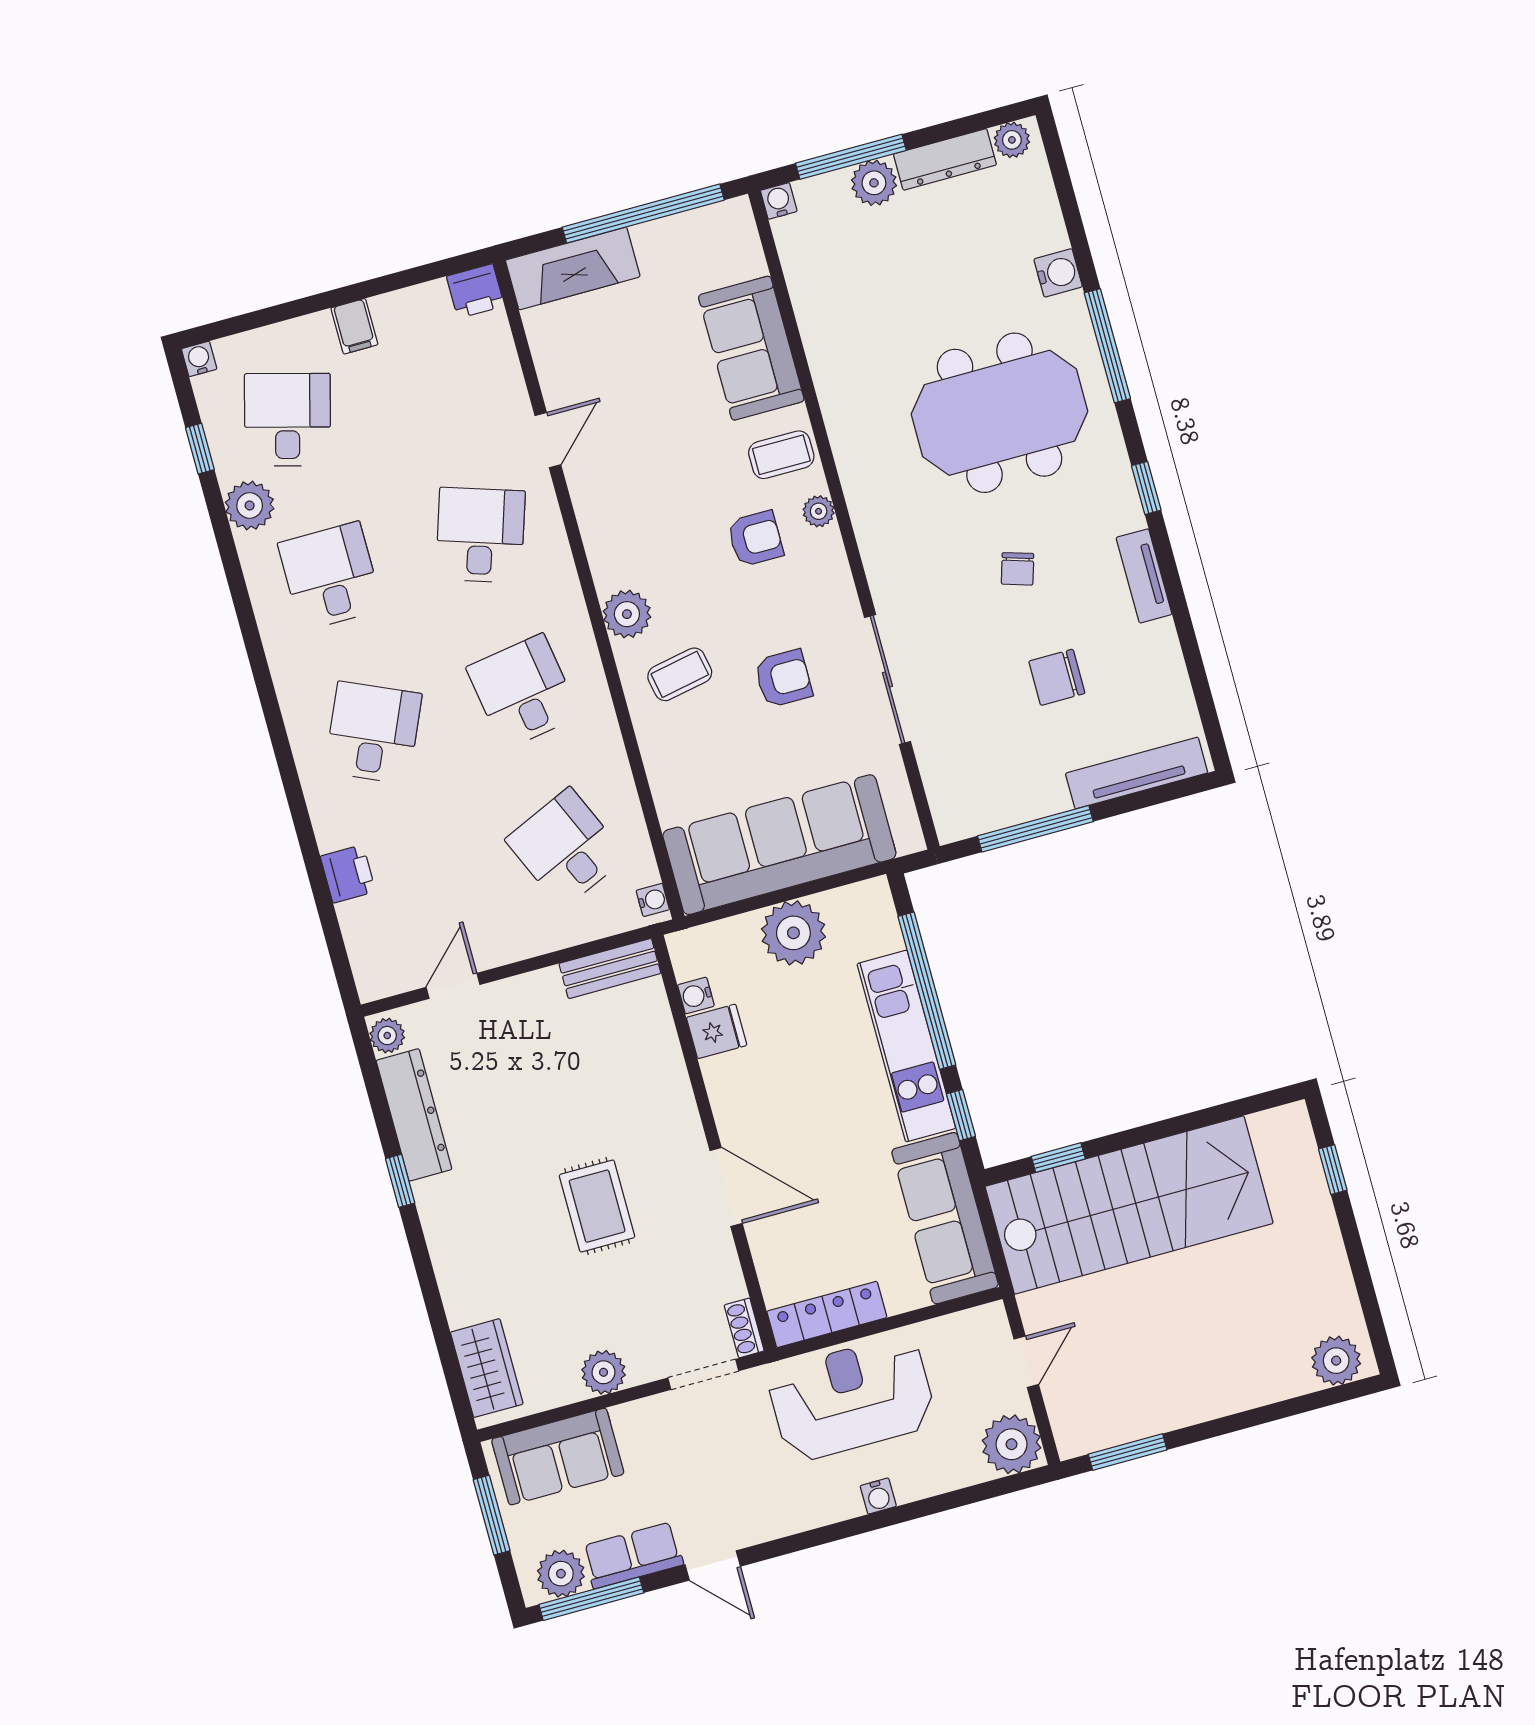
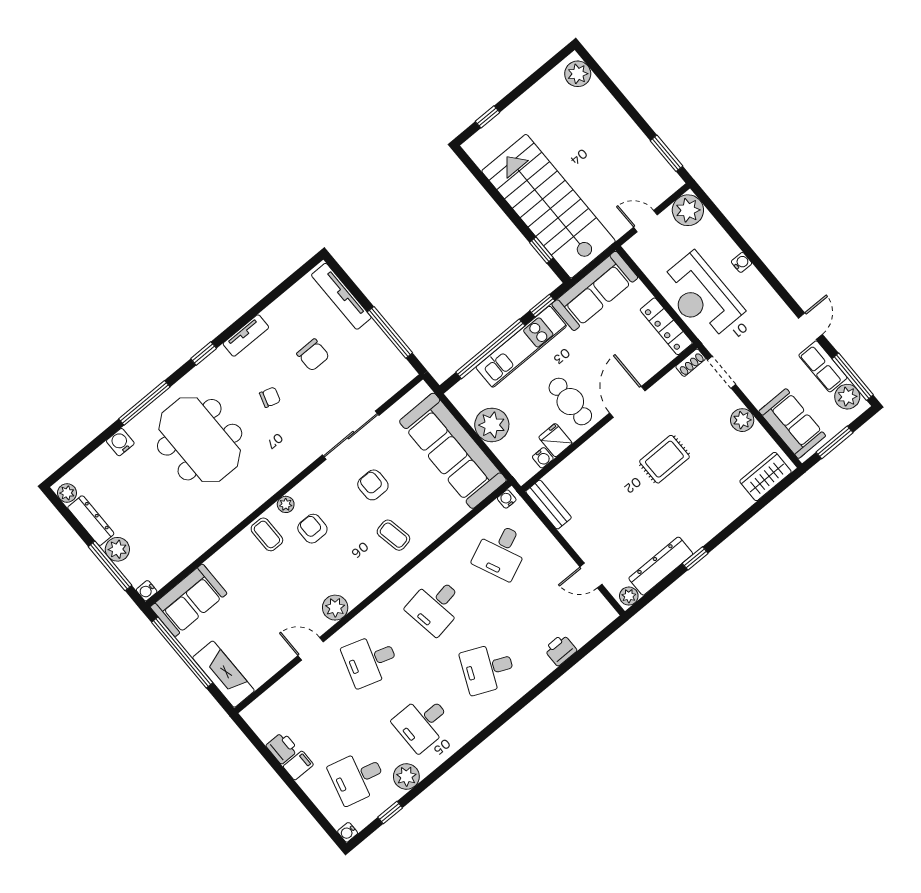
printer: (475, 291) -> (282, 748), moved
sofa: (751, 348) -> (189, 600), moved
plant: (627, 614) -> (335, 608), moved
cafe table: (772, 1088) -> (570, 402), added

